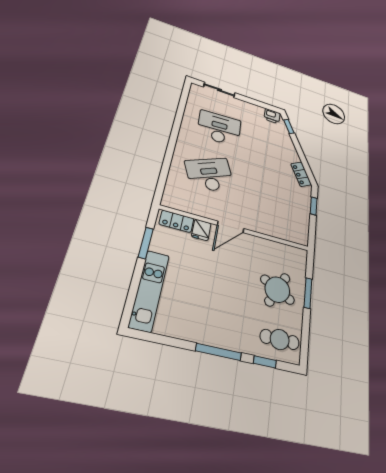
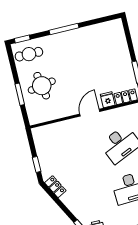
kitchen unit: (149, 290) -> (120, 45), removed
round table: (277, 290) -> (42, 86), turned -37
window: (265, 362) -> (22, 39), moved

